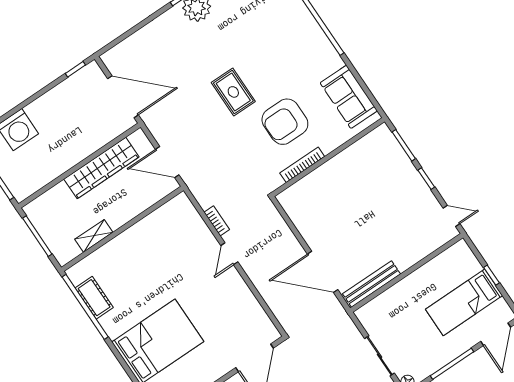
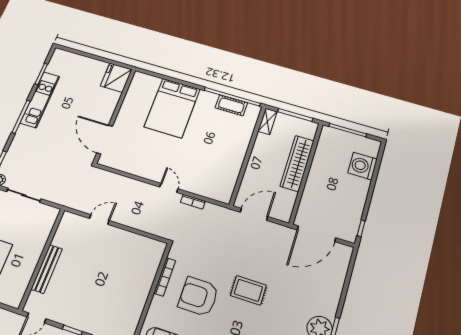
armchair: (285, 122) -> (198, 297), turned -90
wardrobe: (101, 168) -> (297, 163), moved
shelving: (94, 236) -> (267, 121), moved
door: (323, 272) -> (99, 220), width x0.53
bench: (372, 284) -> (47, 269), moved

